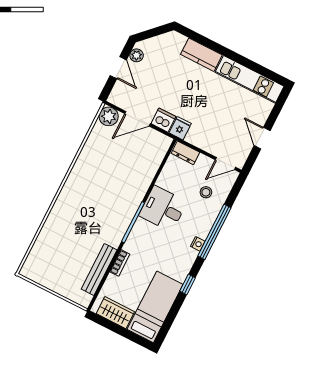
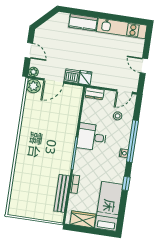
plant: (137, 55) -> (33, 72), moved

